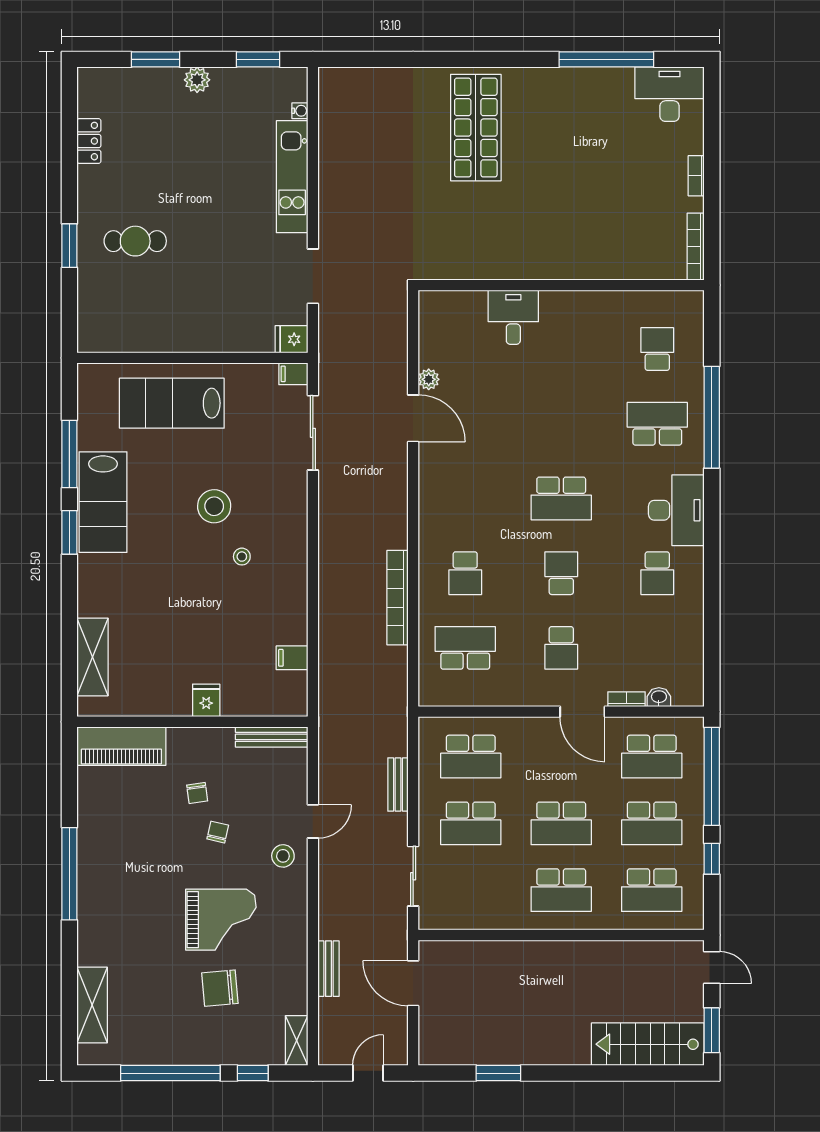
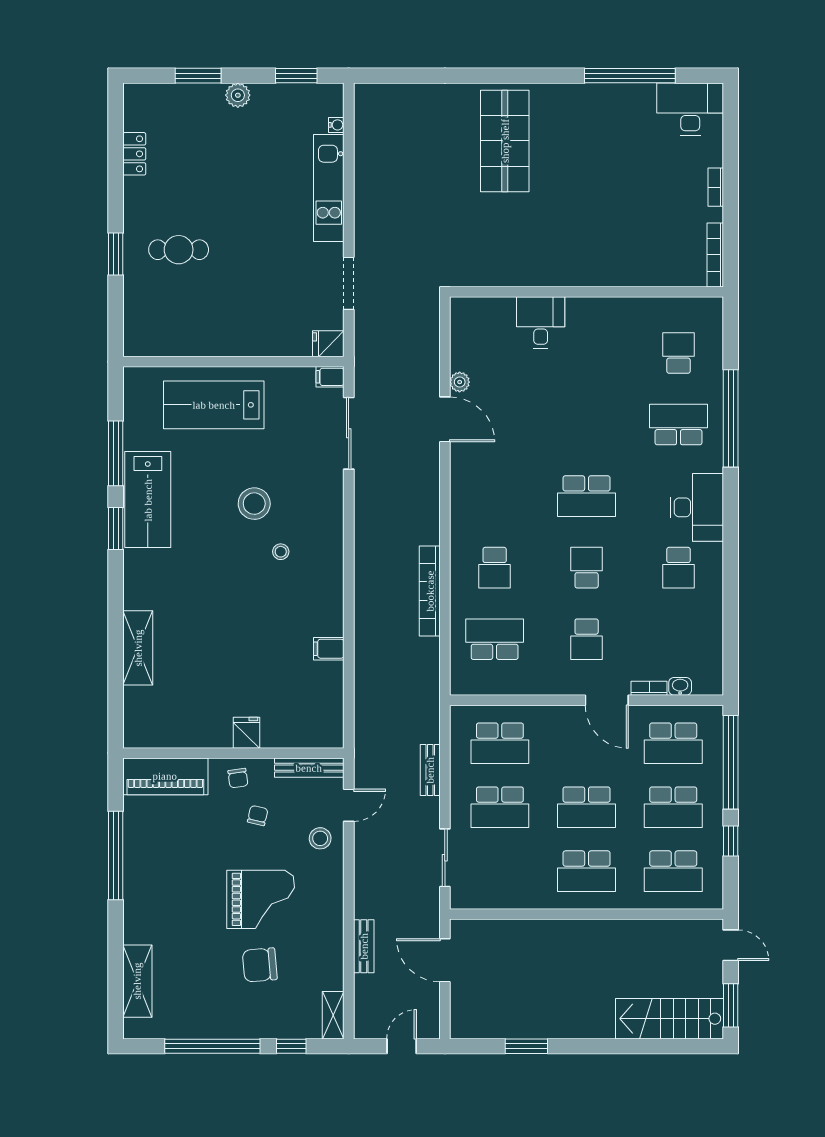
fridge: (206, 700) -> (247, 733), moved
wall: (192, 722) -> (233, 753), moved
bench: (272, 737) -> (309, 768), moved
piano: (121, 746) -> (165, 776), moved

